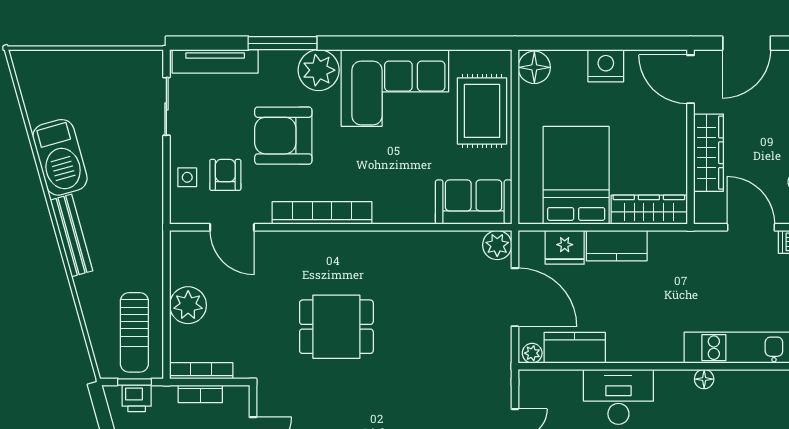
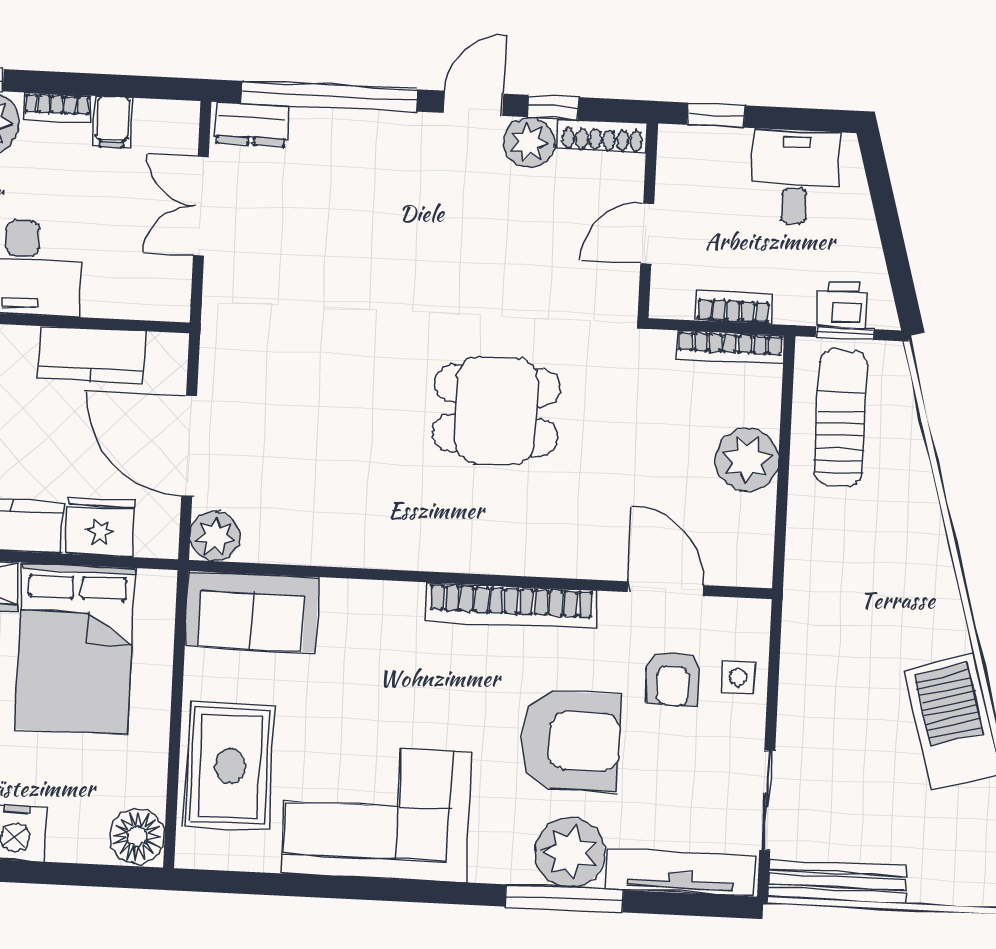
plant: (319, 70) -> (570, 852), moved
bench: (71, 235) -> (837, 881), moved, turned -74
plant: (532, 353) -> (164, 349), removed

